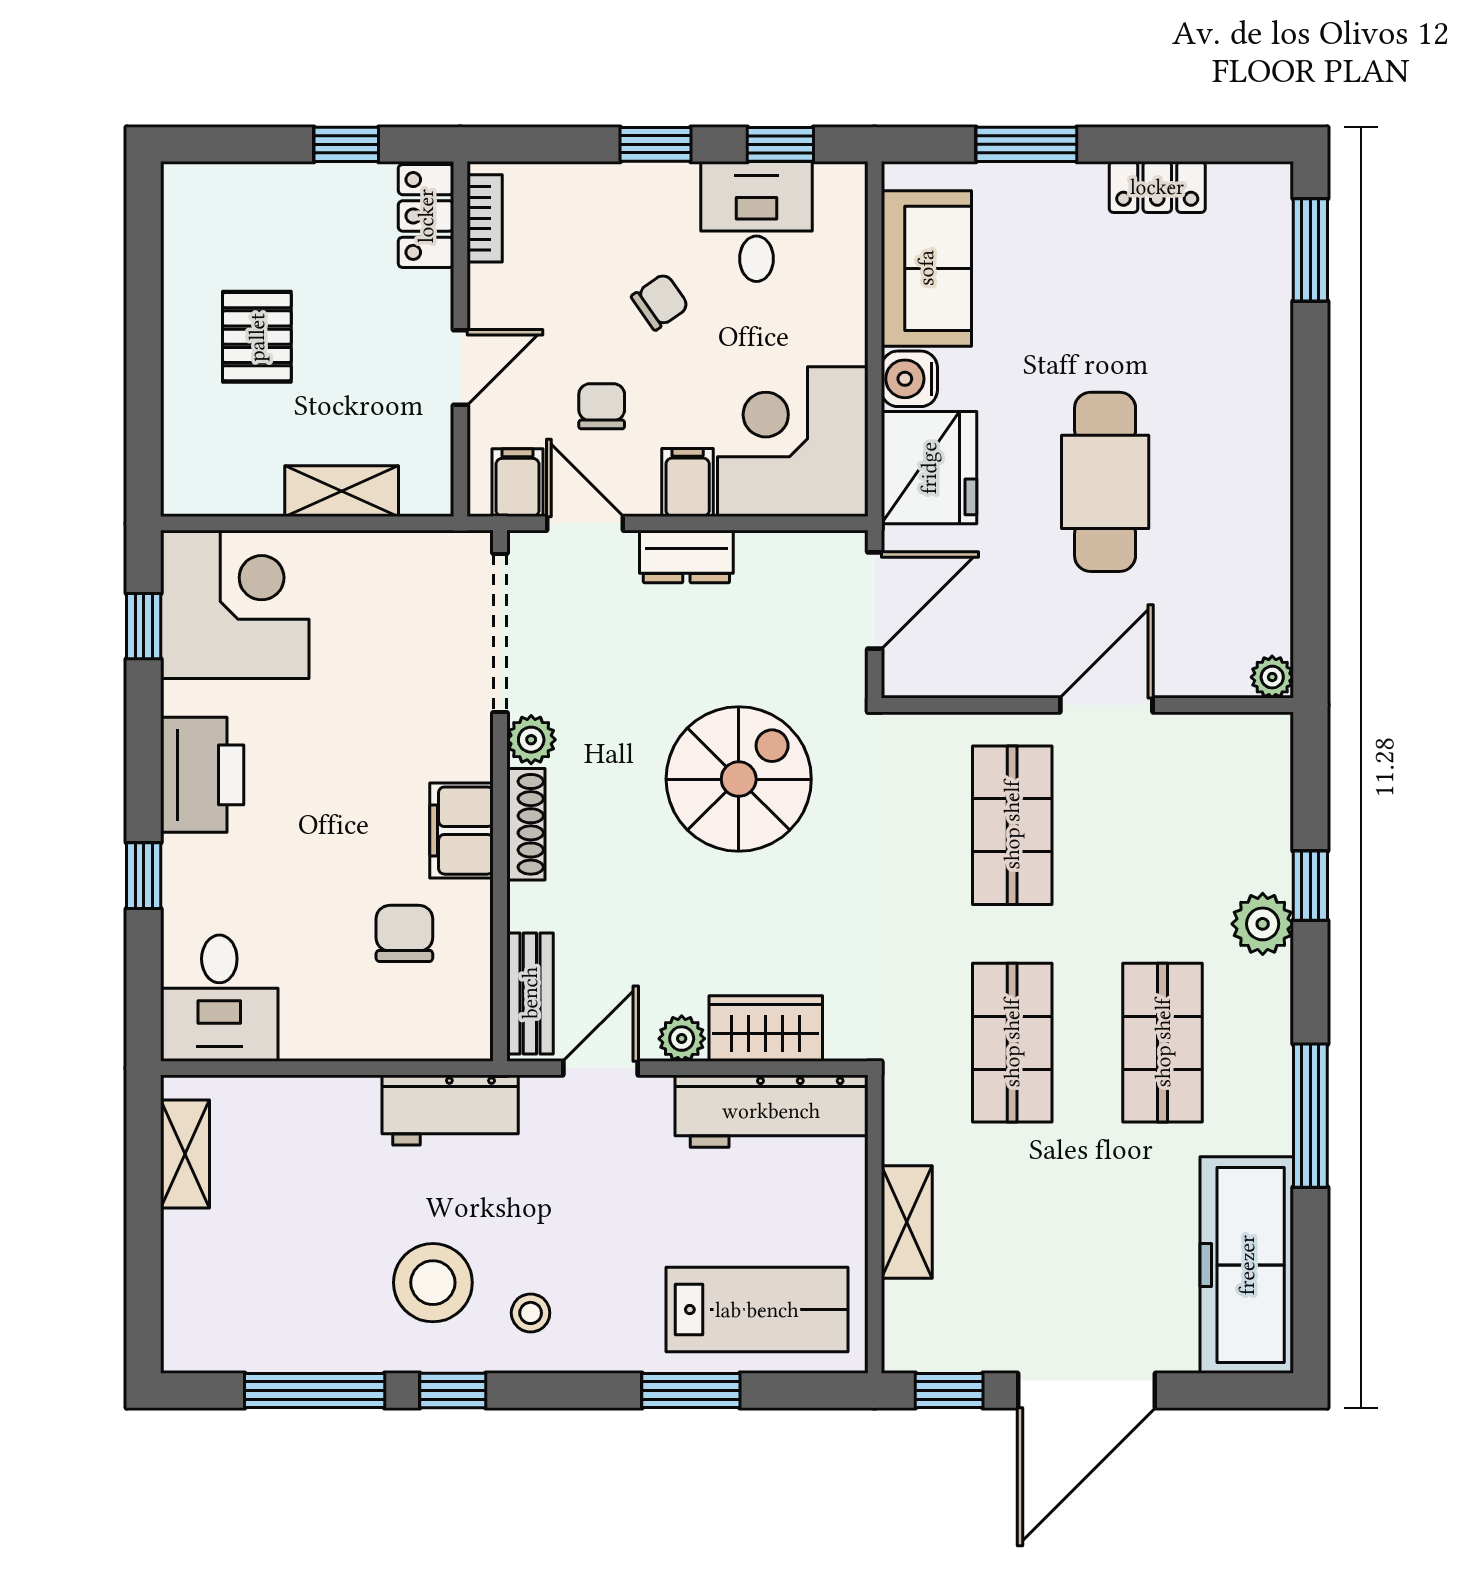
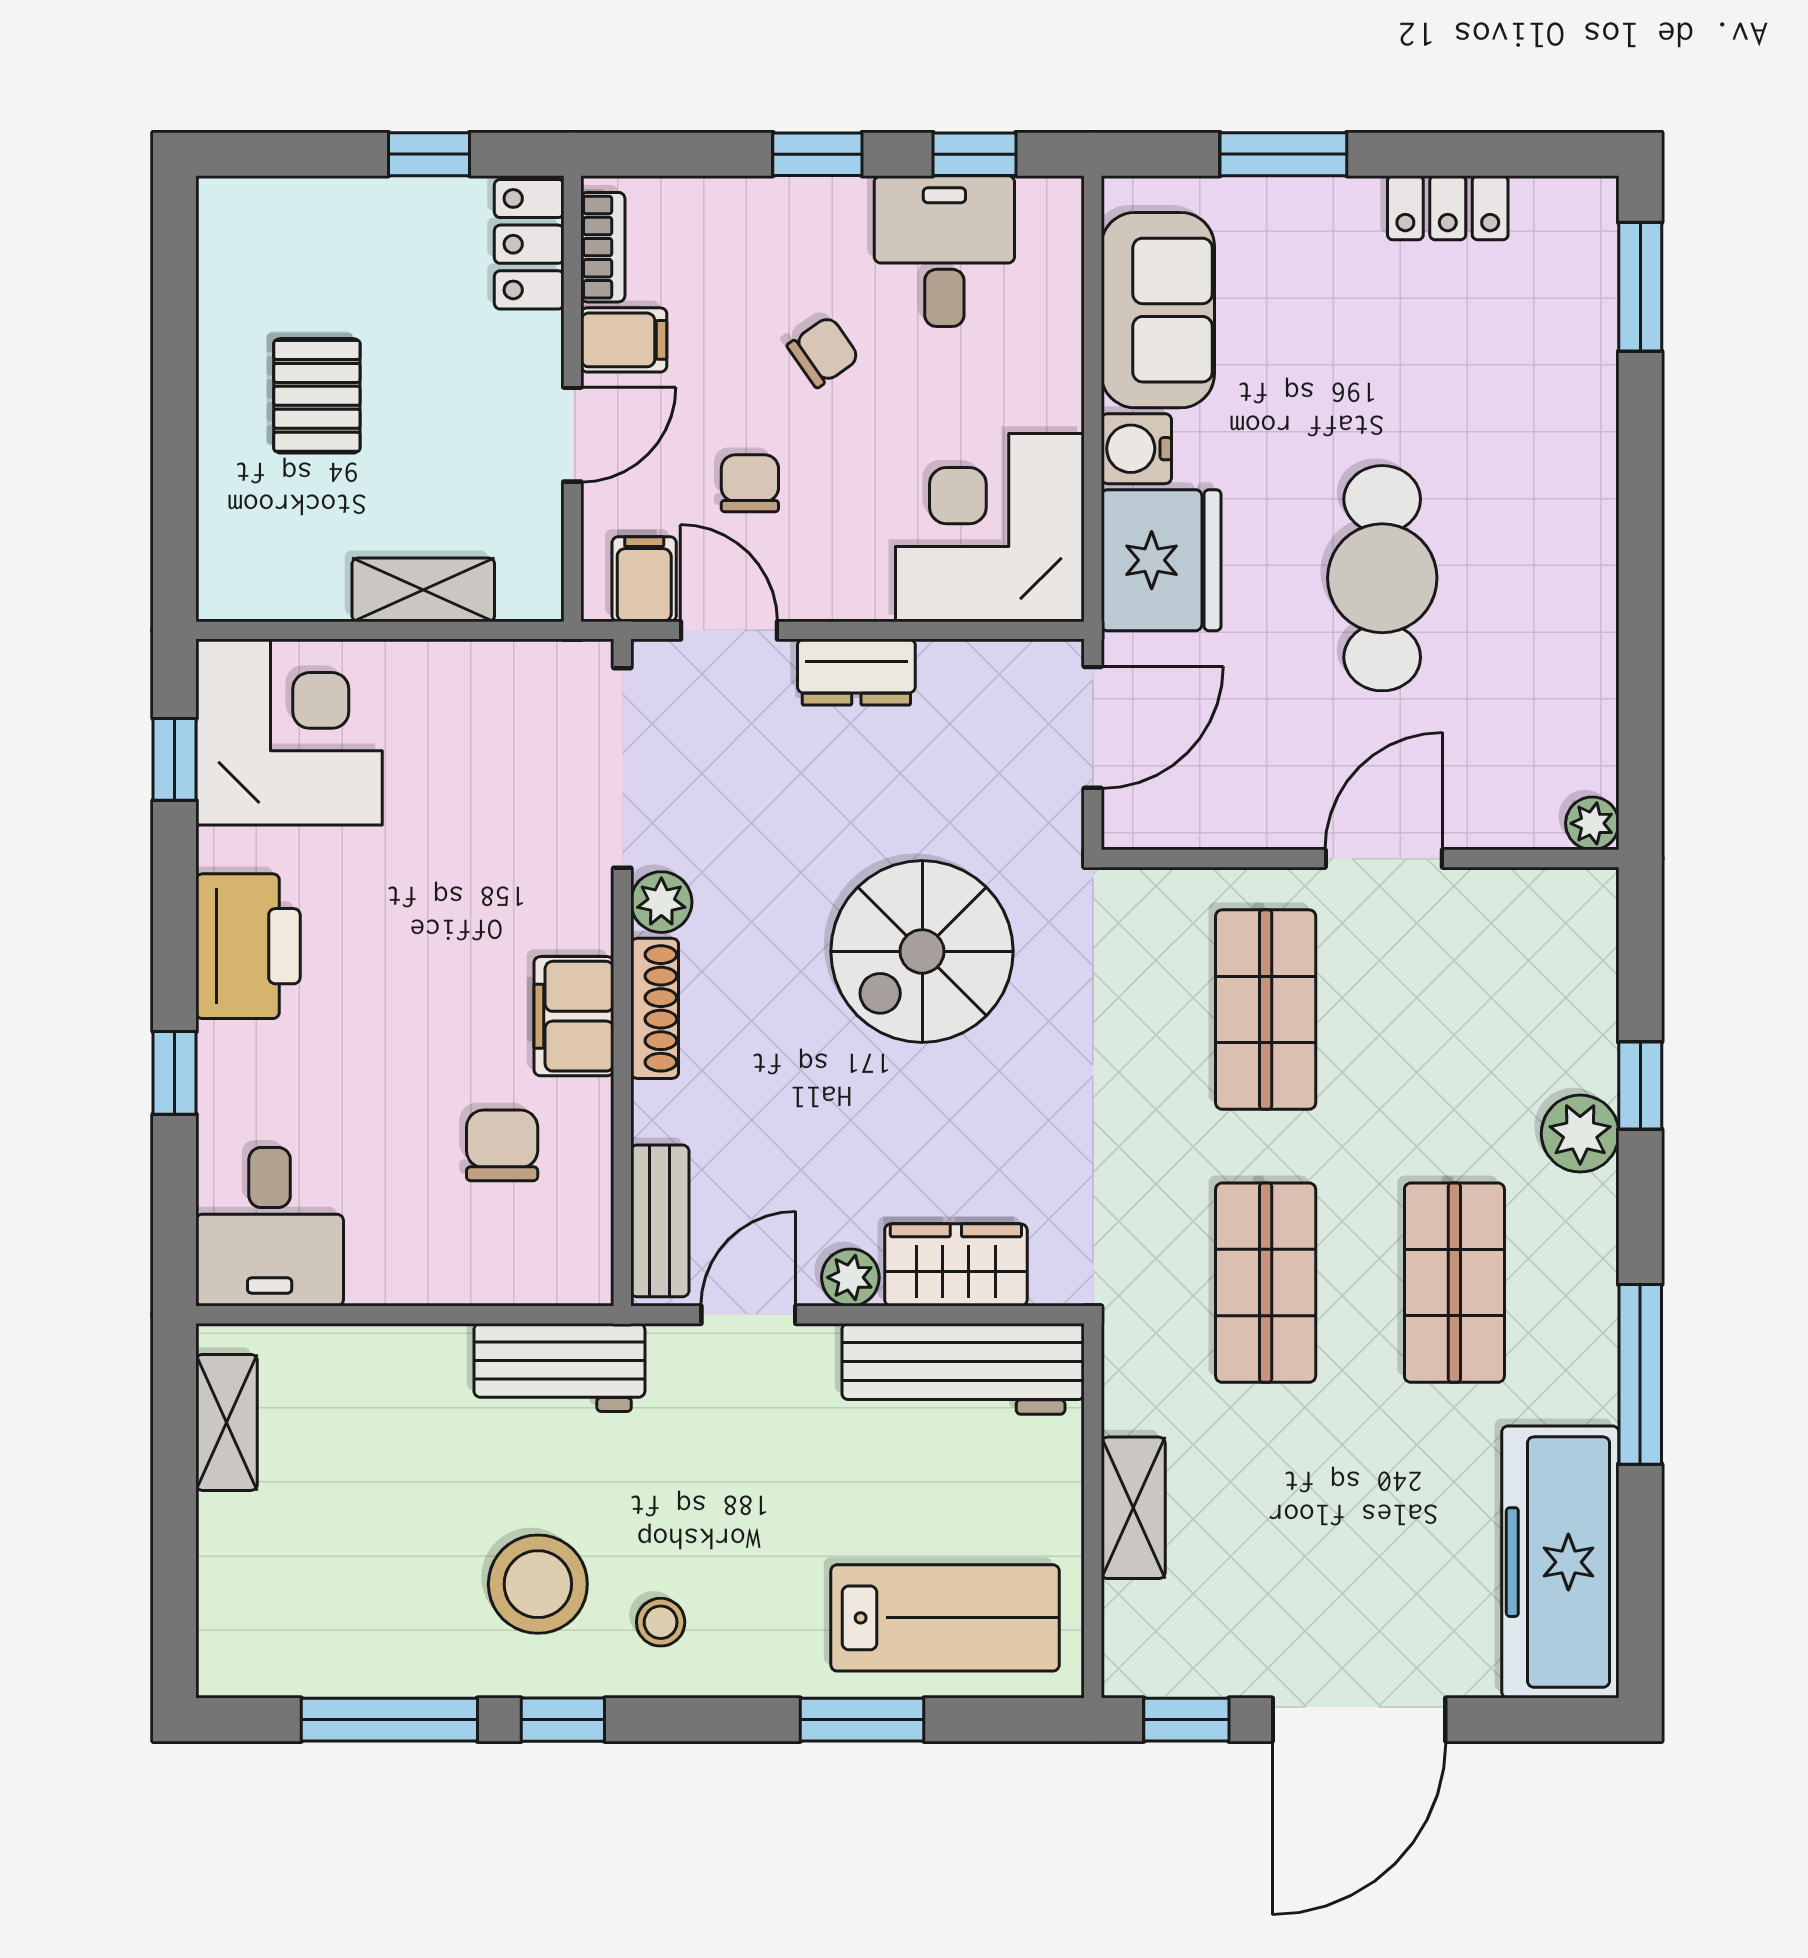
filing cabinet: (688, 482) -> (624, 340), moved, turned 90
spiral stairs: (739, 779) -> (922, 951), turned 180

